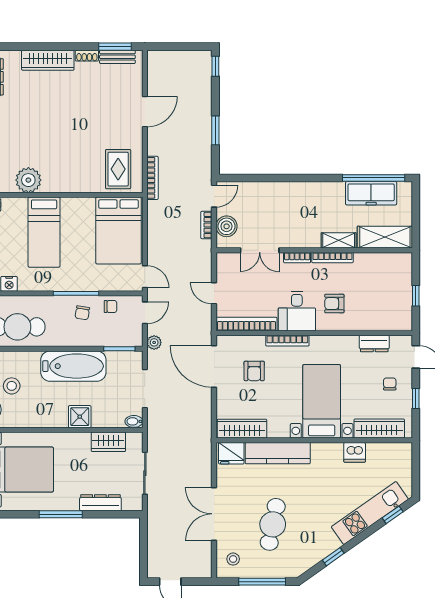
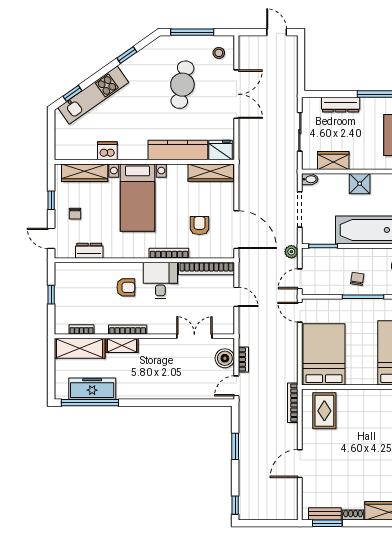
bookcase: (297, 258) -> (81, 330), moved
chair: (111, 307) -> (331, 285), removed

